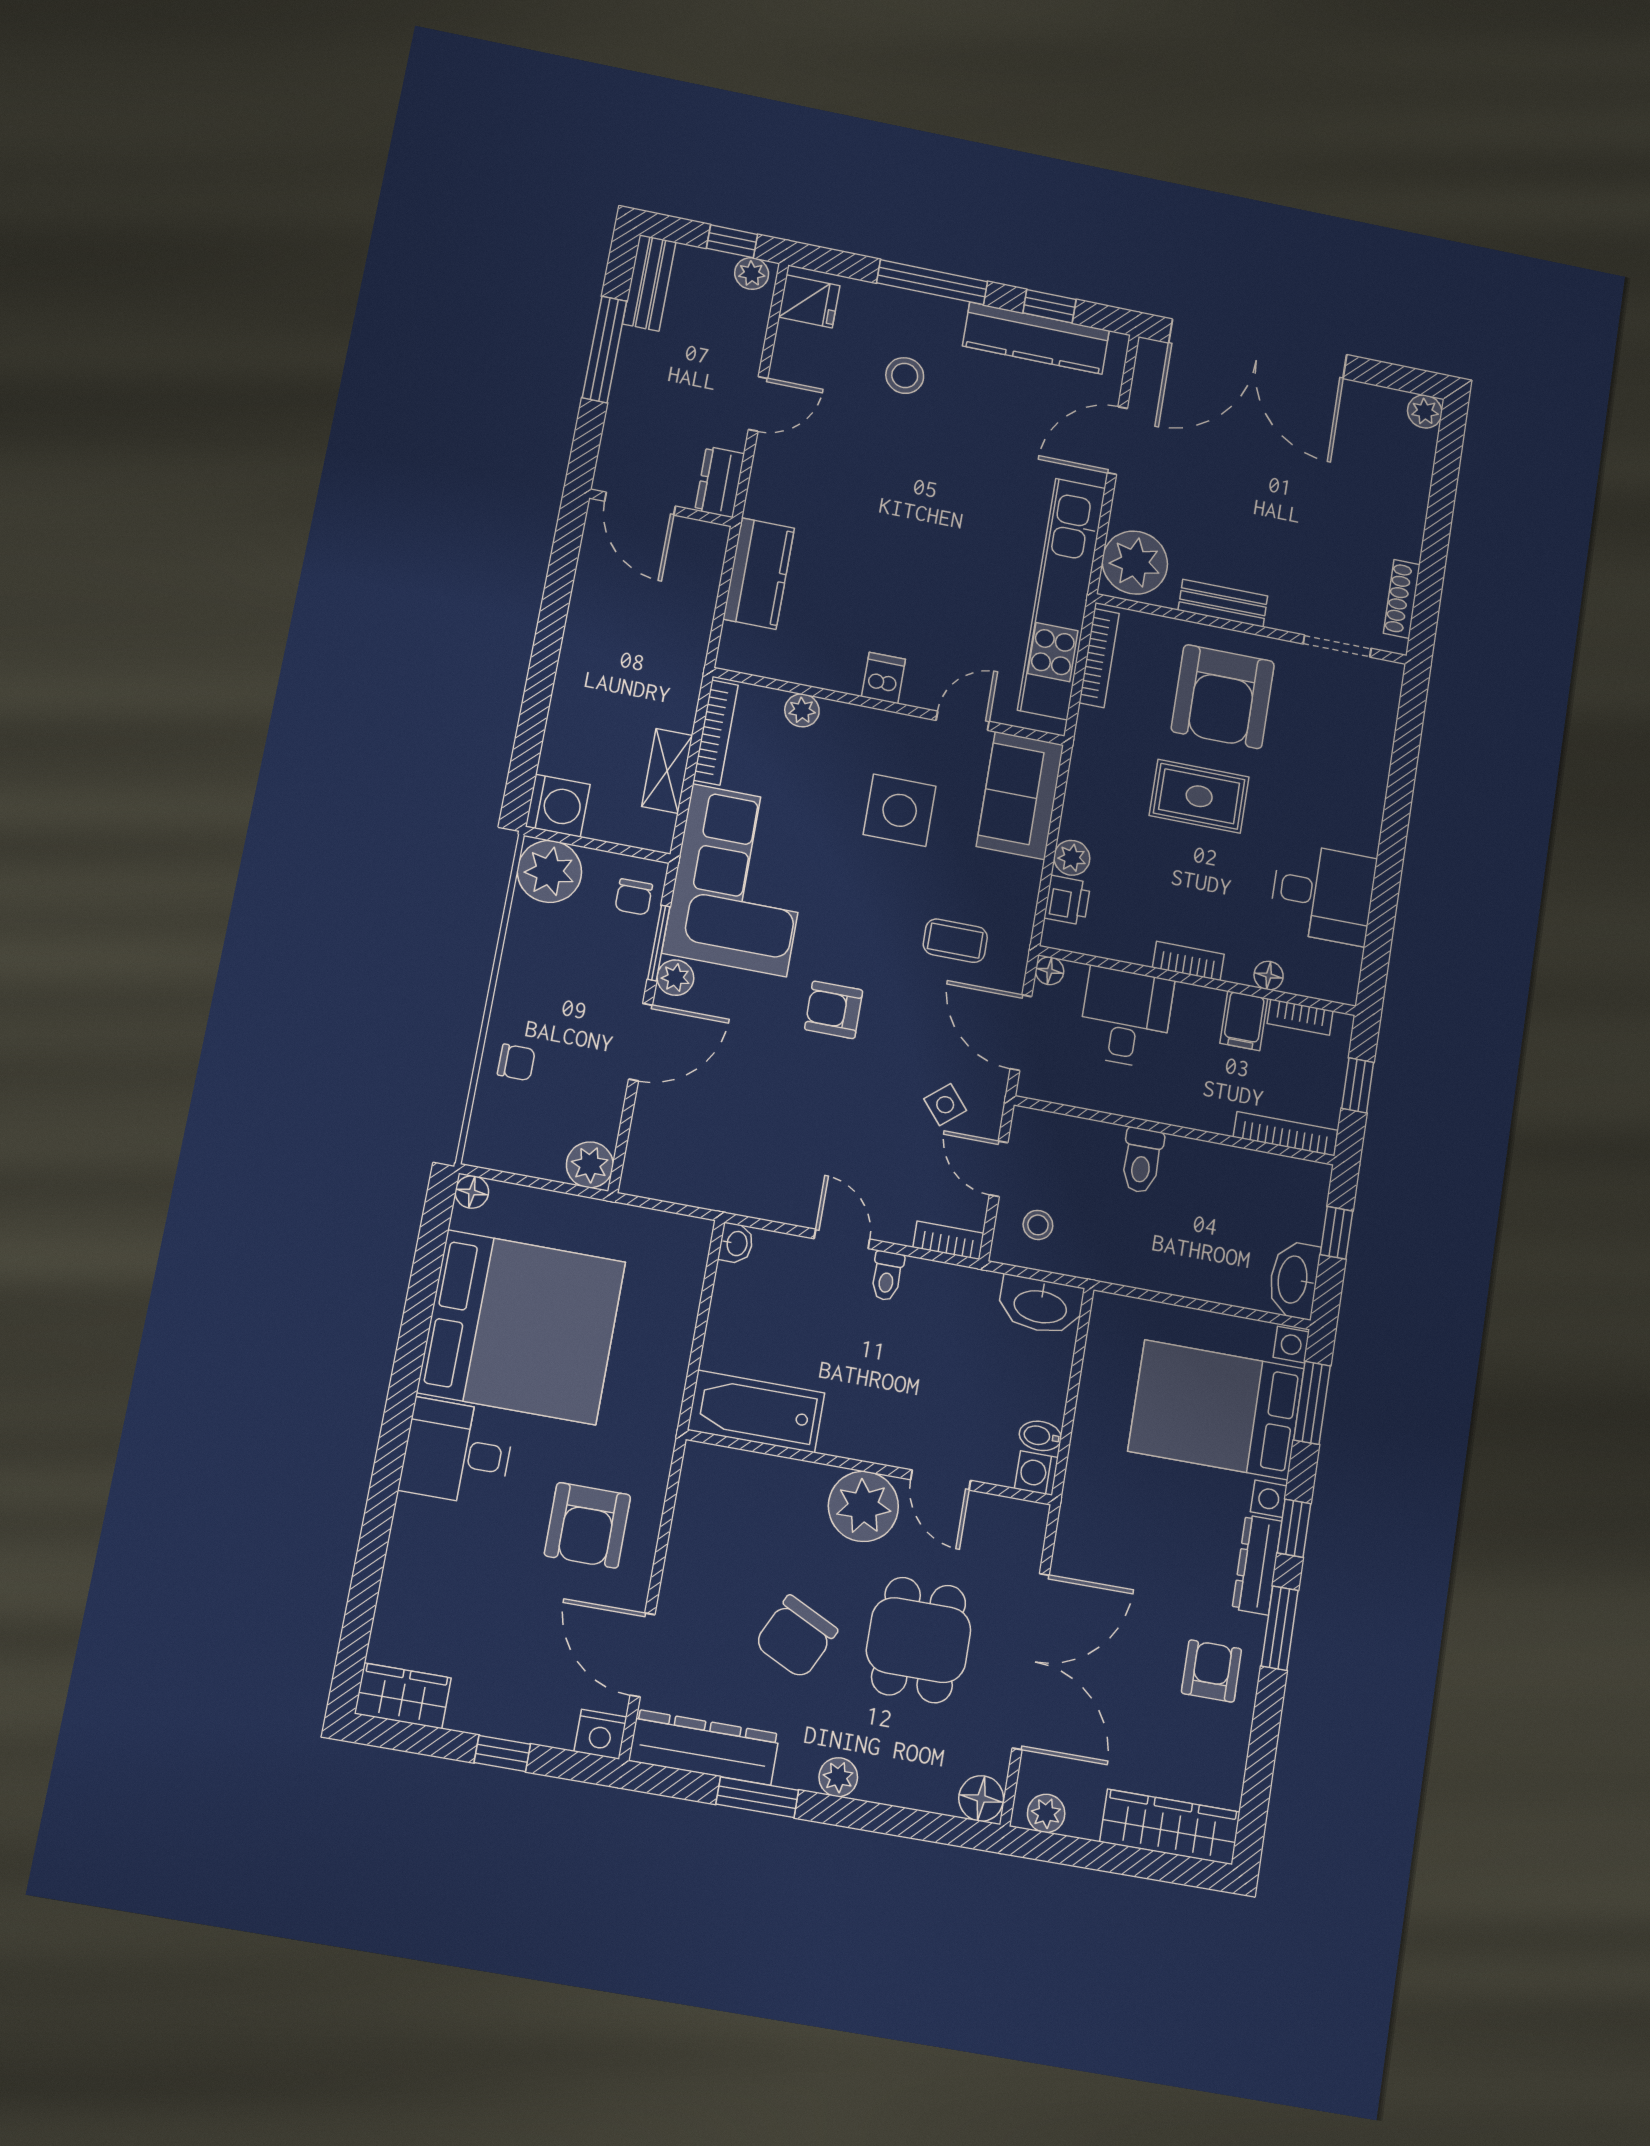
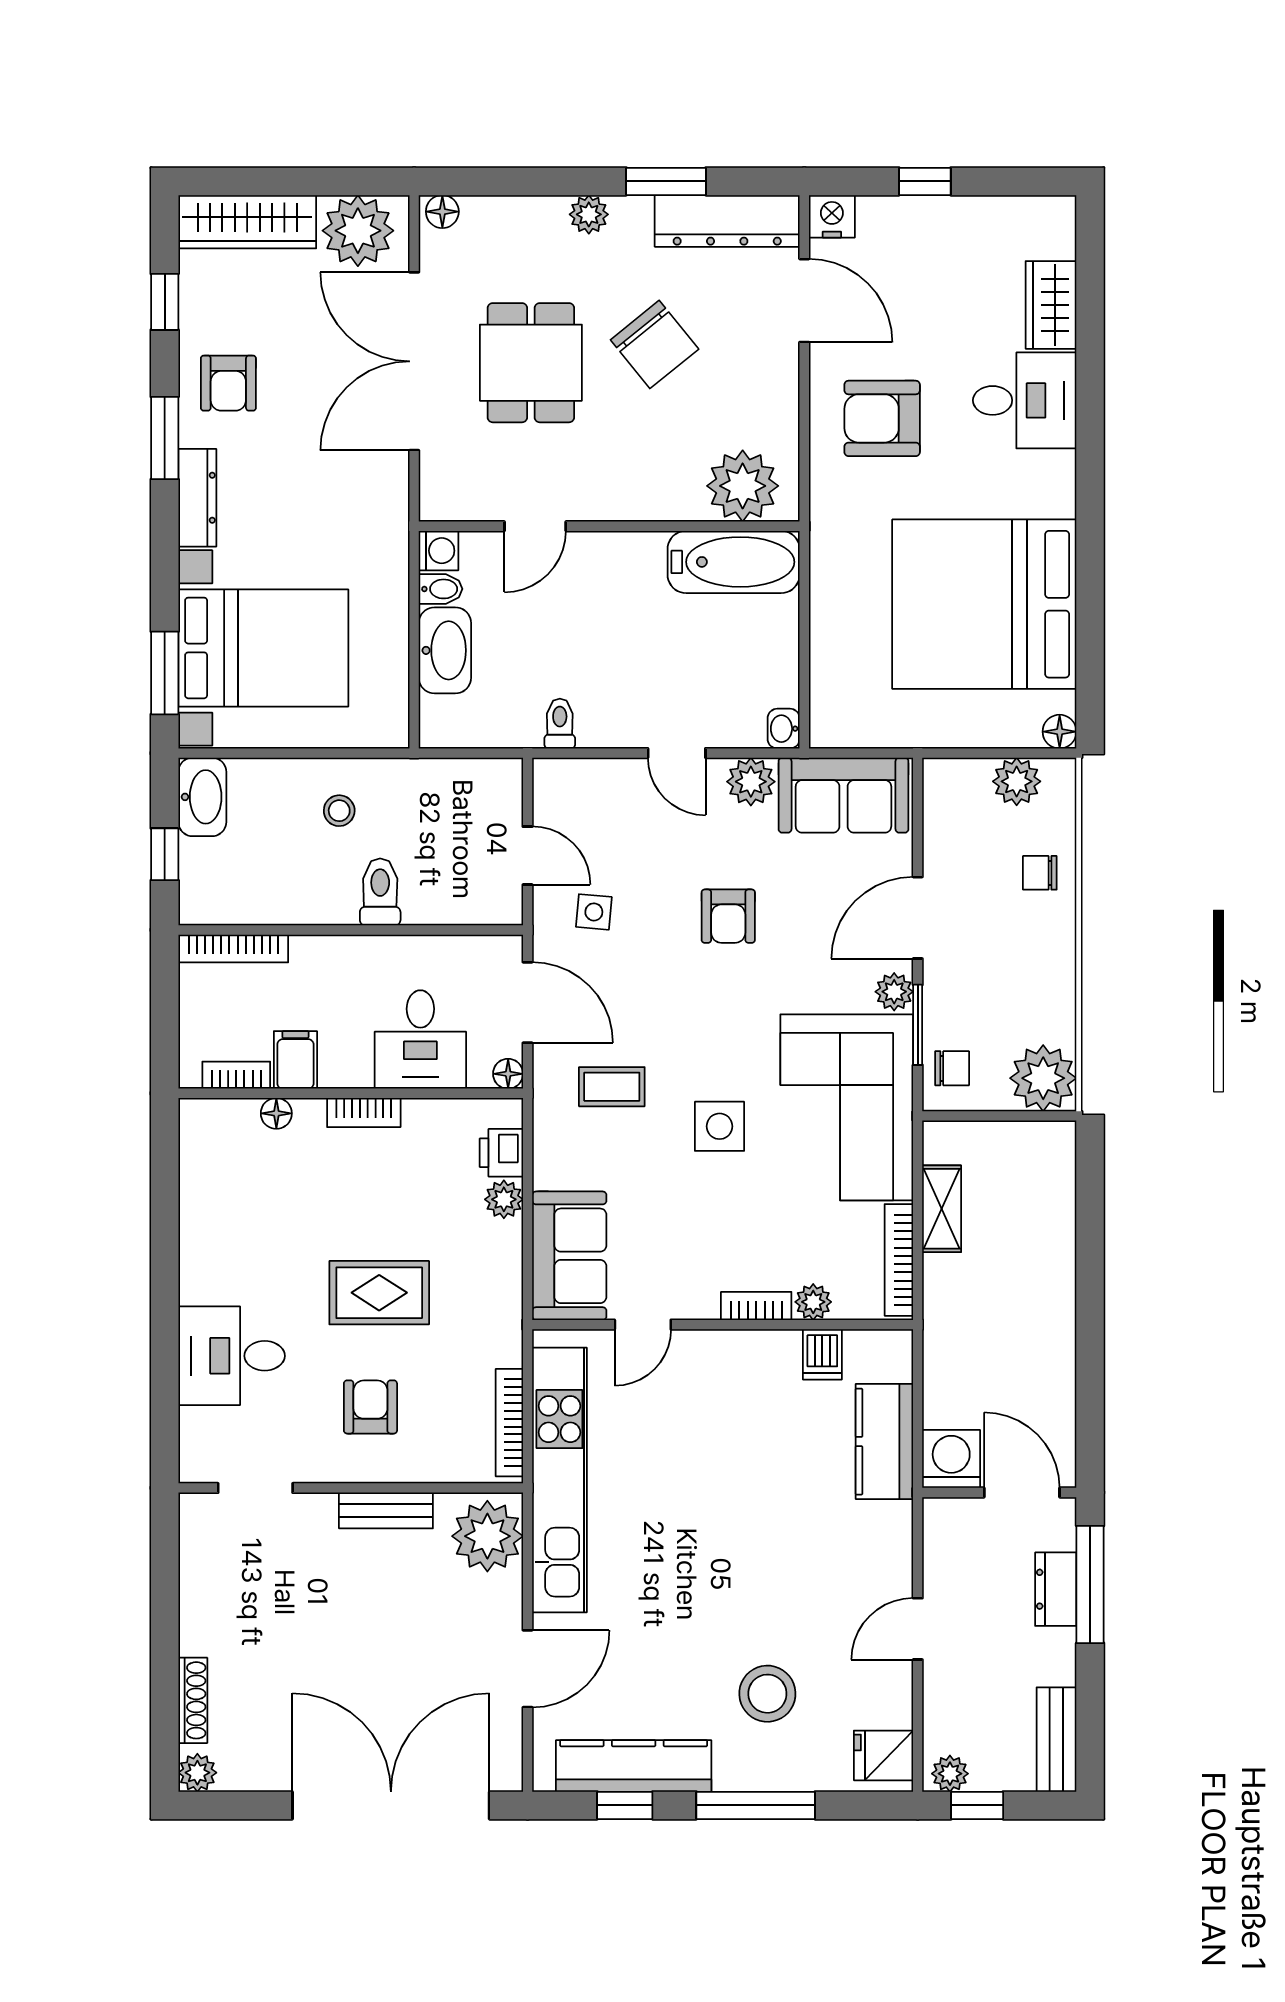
window: (604, 349) -> (1090, 1584), moved
stool: (905, 375) -> (767, 1694), width x1.38, depth x1.38
dresser: (720, 482) -> (1056, 1589), moved, turned 180
shoe rack: (1402, 599) -> (193, 1700), moved
dishwasher: (883, 678) -> (822, 1354), moved
armchair: (1223, 697) -> (370, 1407), width x0.53, depth x0.53
washing machine: (558, 806) -> (951, 1459), moved, turned 90
side table: (900, 810) -> (720, 1126), moved, width x0.73, depth x0.73
desk: (1323, 894) -> (232, 1356), moved
chair: (634, 897) -> (952, 1068), turned 90
armchair: (834, 1010) -> (728, 916), moved, turned 90
window: (1358, 1085) -> (165, 1014), removed
side table: (945, 1105) -> (594, 912), turned 45
plant: (590, 1165) -> (1017, 781), moved
sofa: (690, 1170) -> (843, 795), added
plant: (776, 1199) -> (751, 782), added
stool: (1038, 1225) -> (339, 811), moved
bookcase: (948, 1240) -> (756, 1306), moved, turned 180
toilet: (887, 1276) -> (560, 724), moved
washbasin: (1041, 1305) -> (445, 650), moved, turned 90
desk: (457, 1452) -> (1025, 400), moved
door: (941, 1480) -> (535, 526), swing flipped
plant: (863, 1506) -> (743, 486), moved
armchair: (587, 1525) -> (882, 418), turned -90
window: (1294, 1528) -> (165, 302), moved
chair: (796, 1637) -> (655, 344), turned 115
wardrobe: (403, 1696) -> (1051, 305), moved, turned 90
floor lamp: (981, 1798) -> (442, 212), width x0.73, depth x0.73
plant: (1046, 1813) -> (358, 231), width x1.88, depth x1.88

